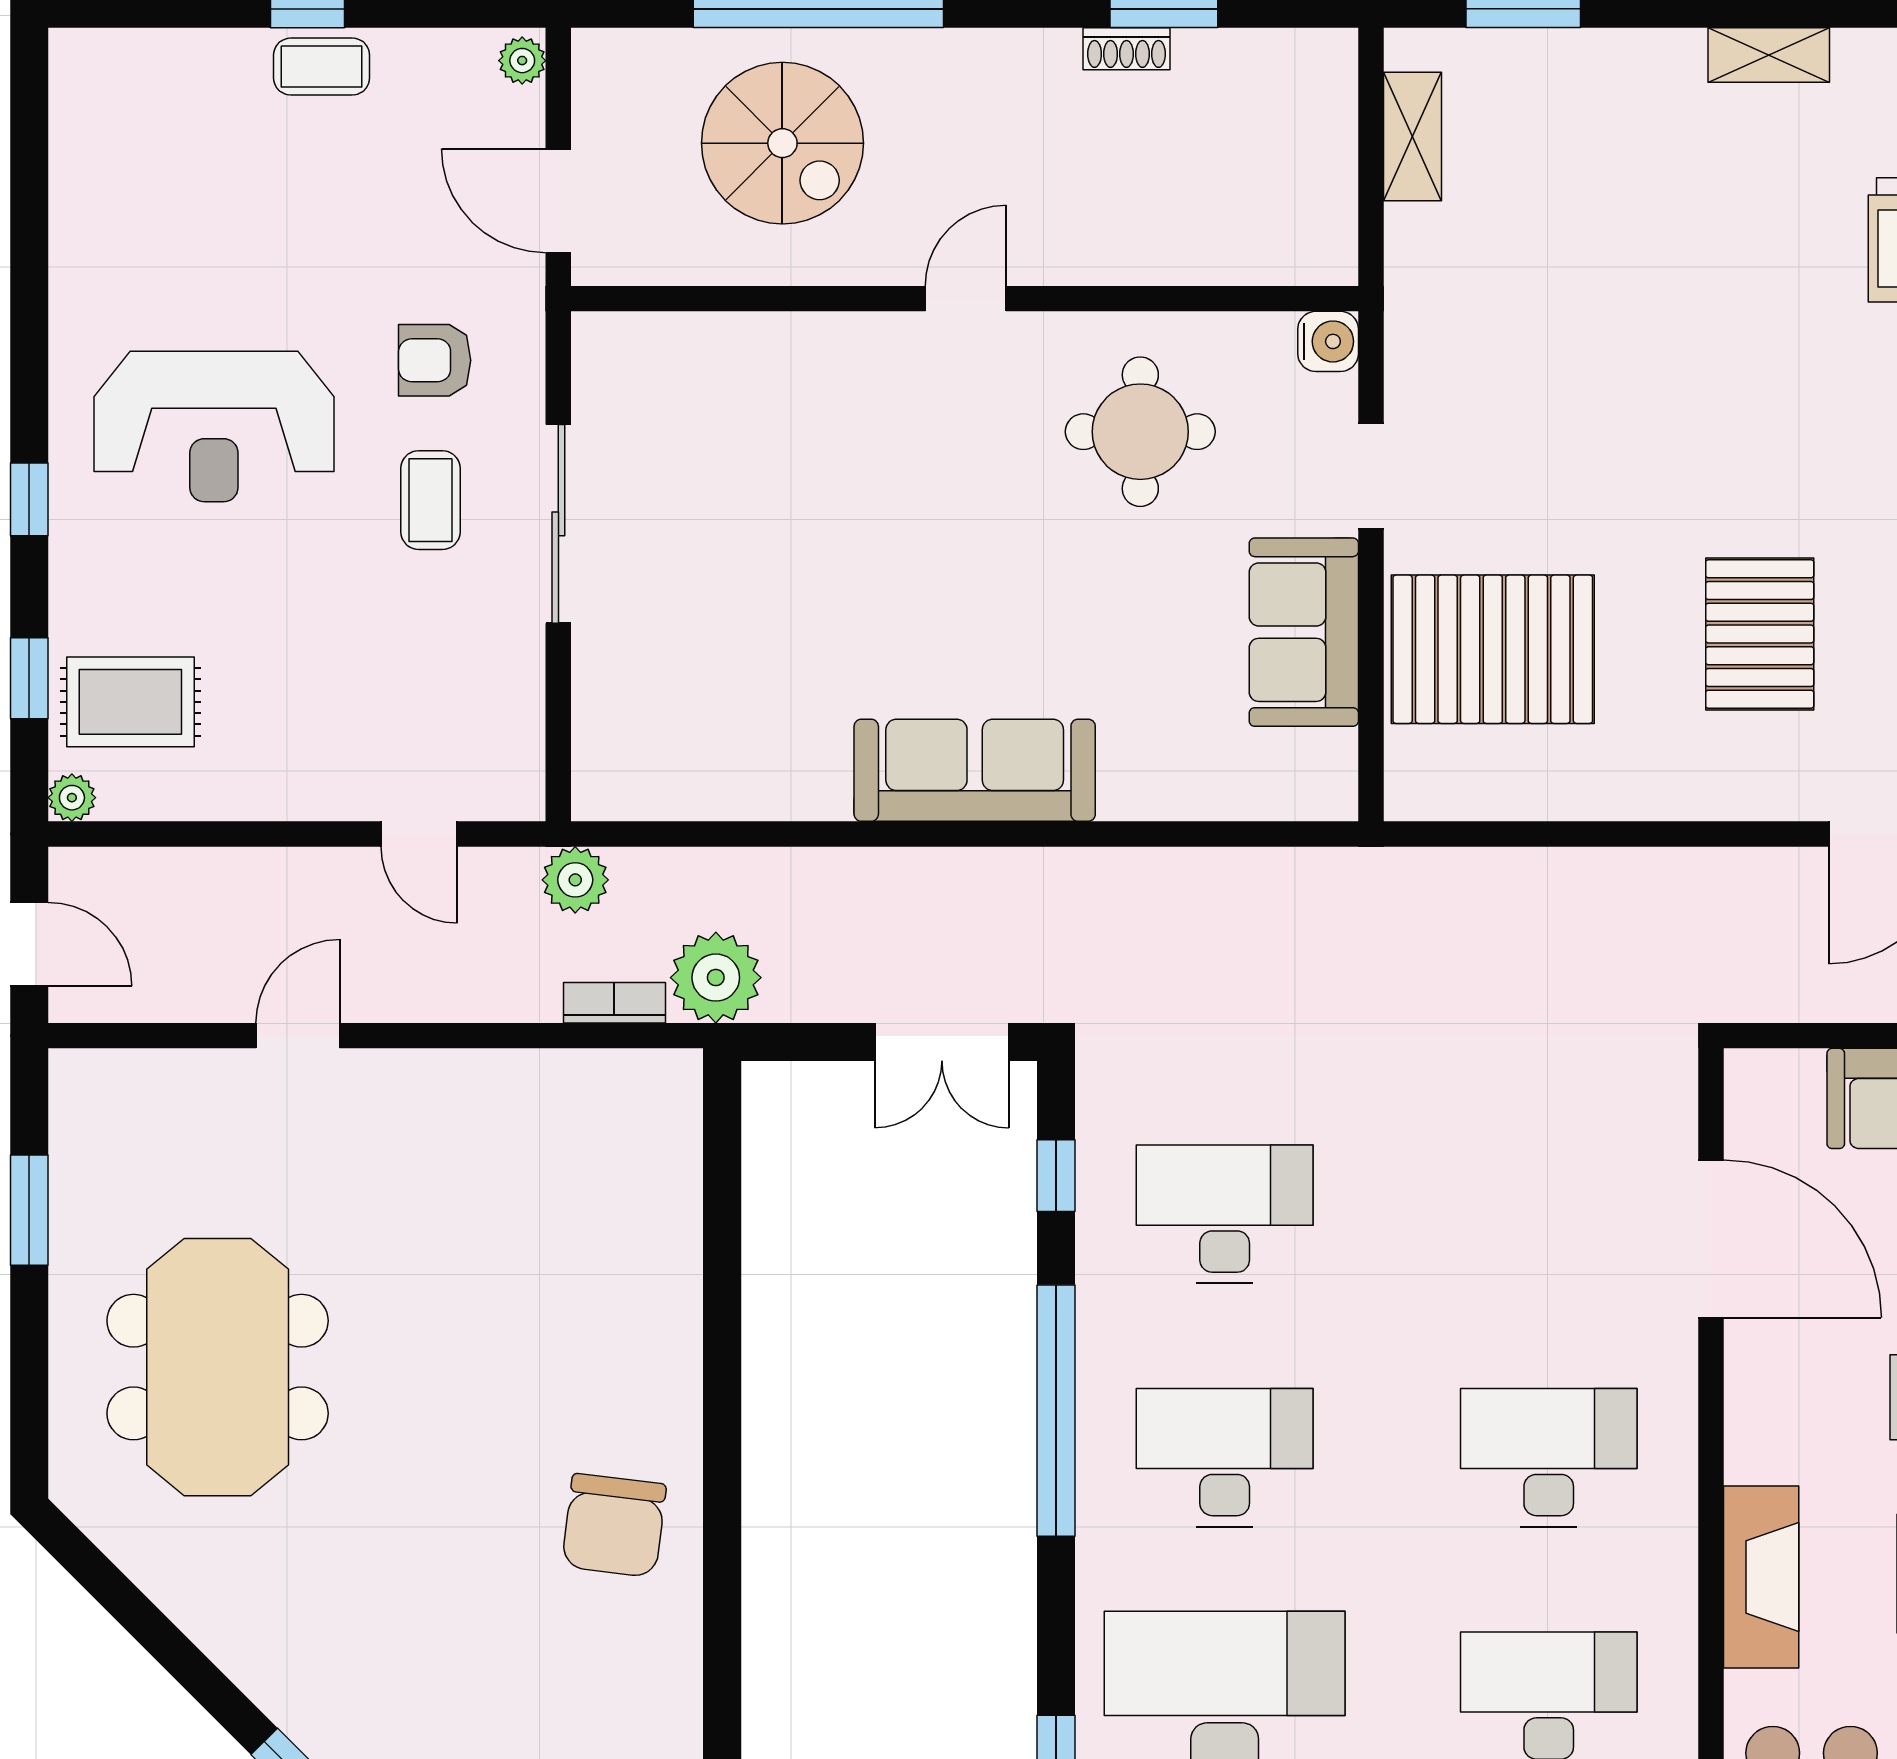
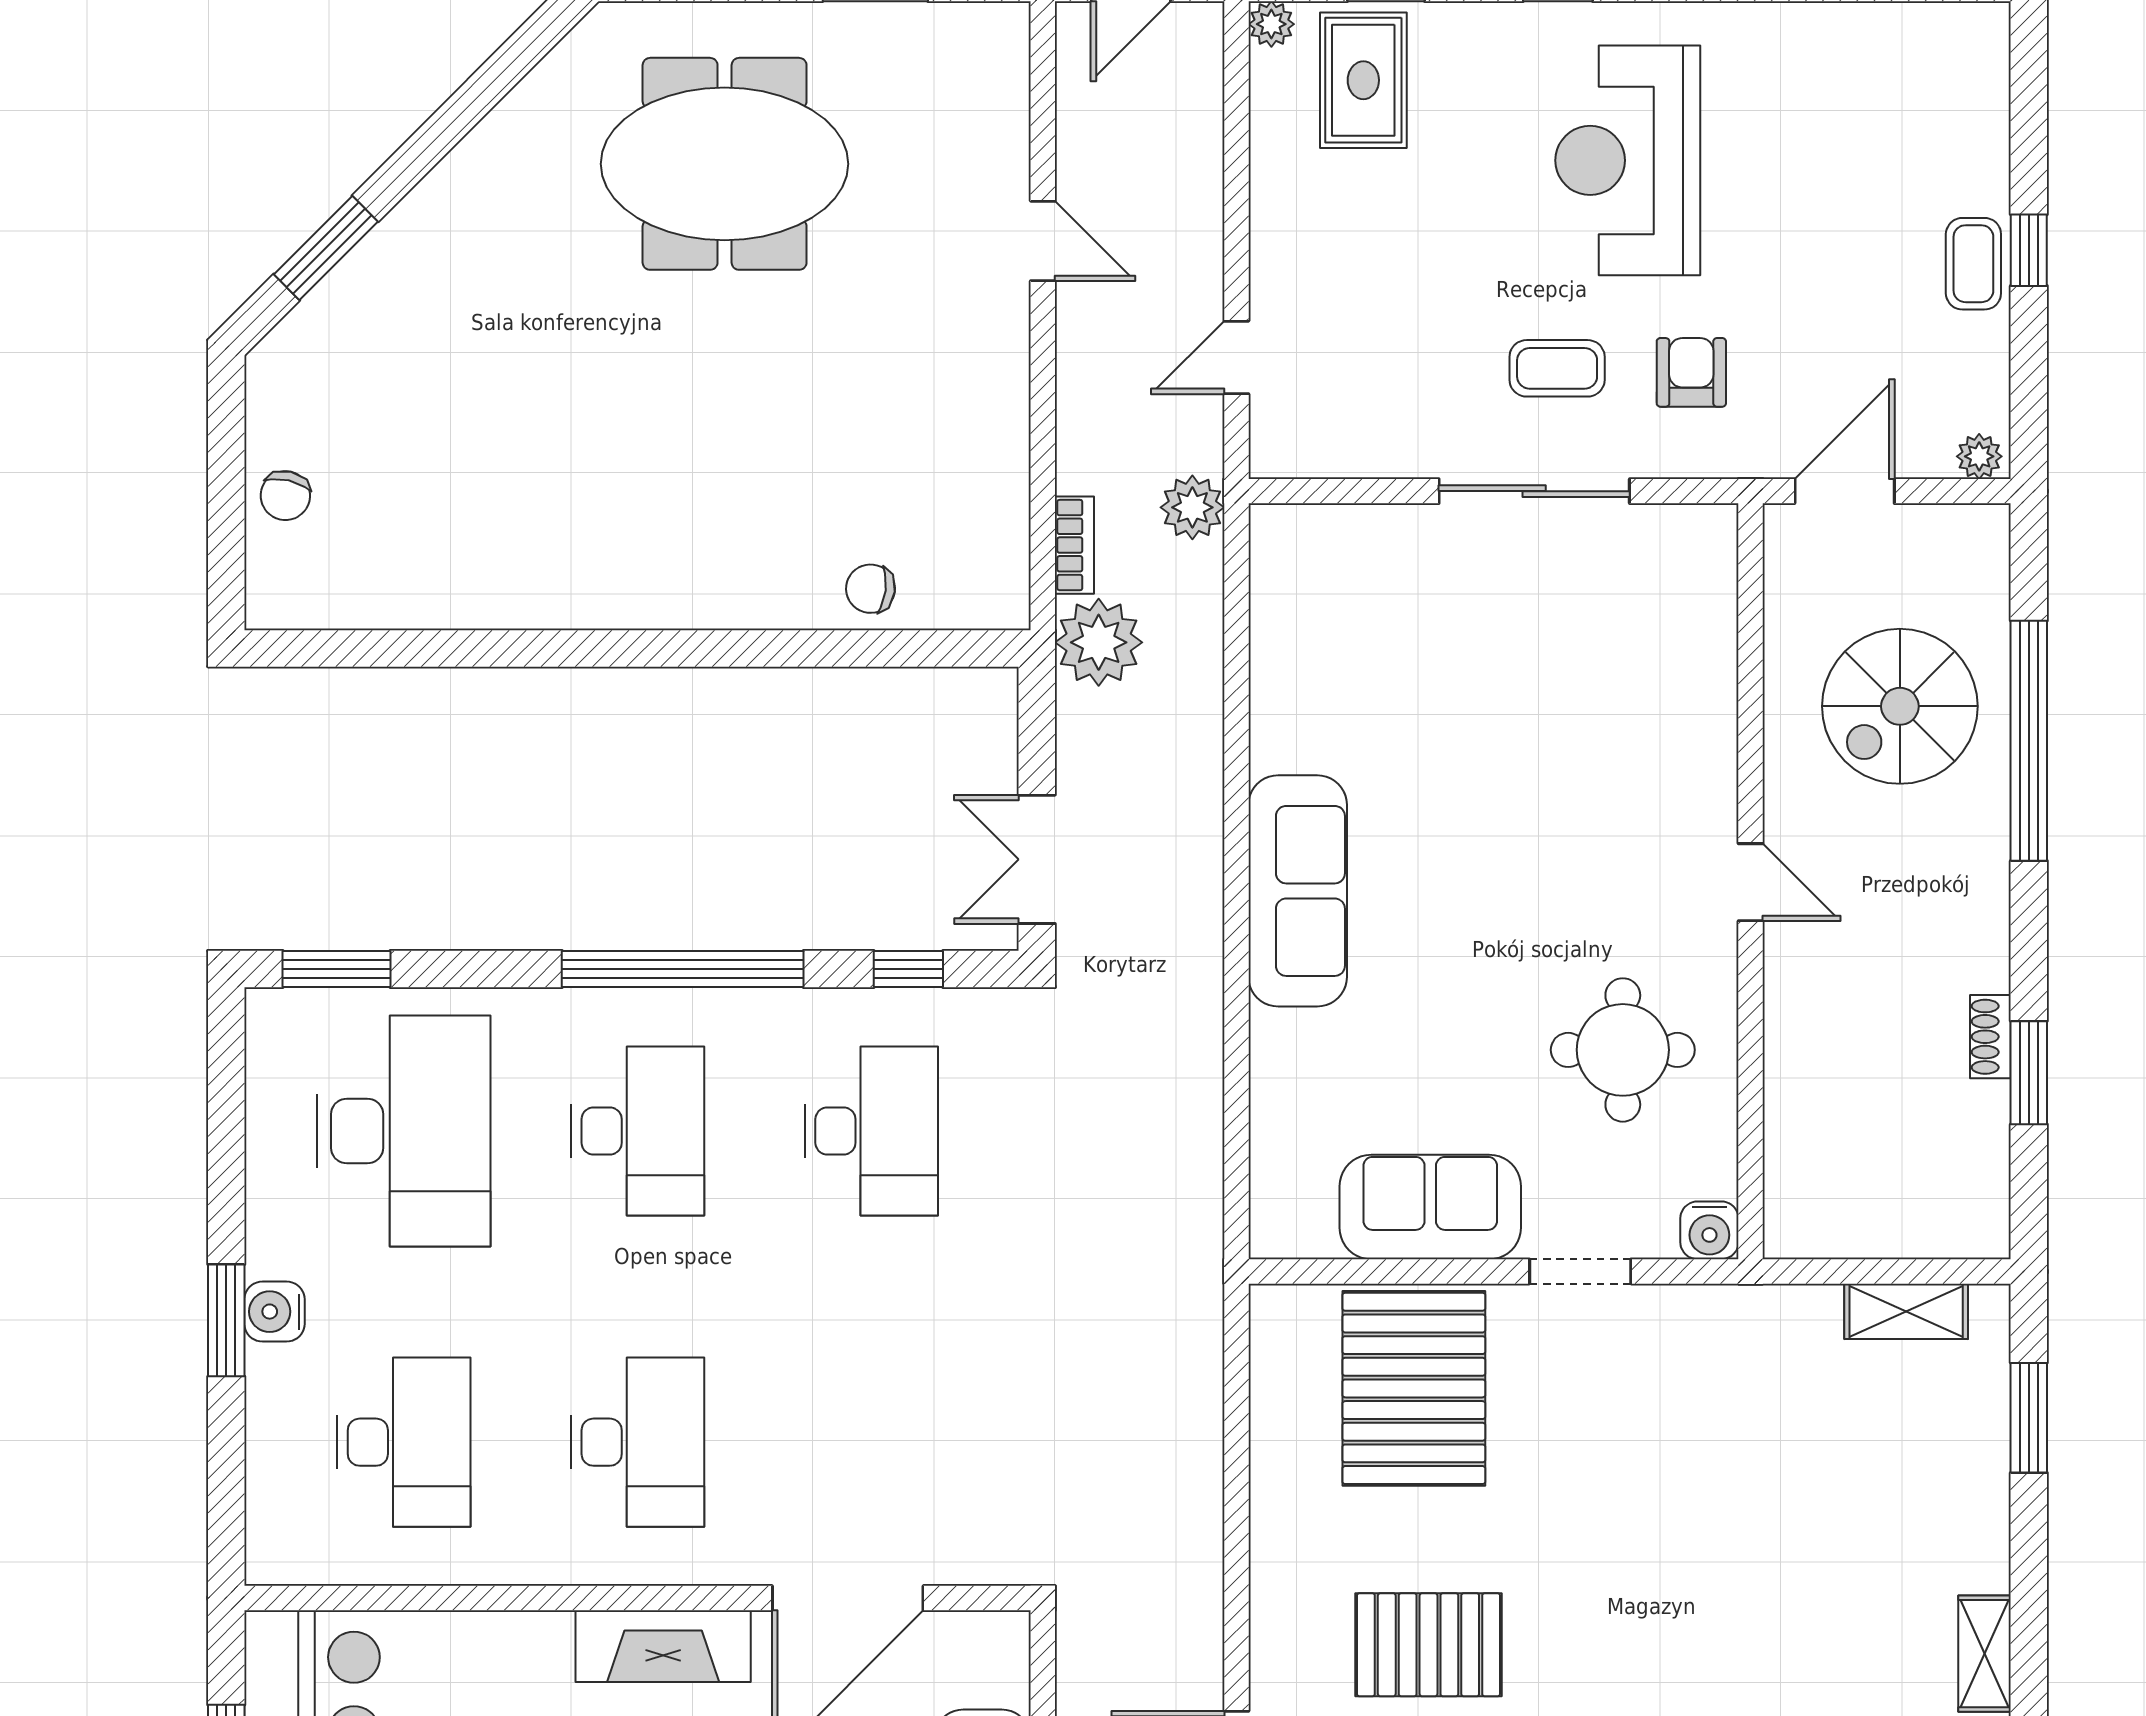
chair: (614, 1525) -> (871, 589), moved, width x0.54, depth x0.54
fireplace: (1761, 1577) -> (663, 1646), moved

